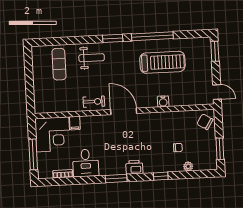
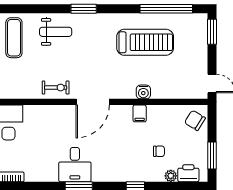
window: (152, 36) -> (166, 9), moved
door: (124, 111) -> (93, 102), swing flipped
filing cabinet: (75, 123) -> (140, 113), moved
desk: (86, 163) -> (75, 165), moved
printer: (134, 167) -> (188, 173), moved

